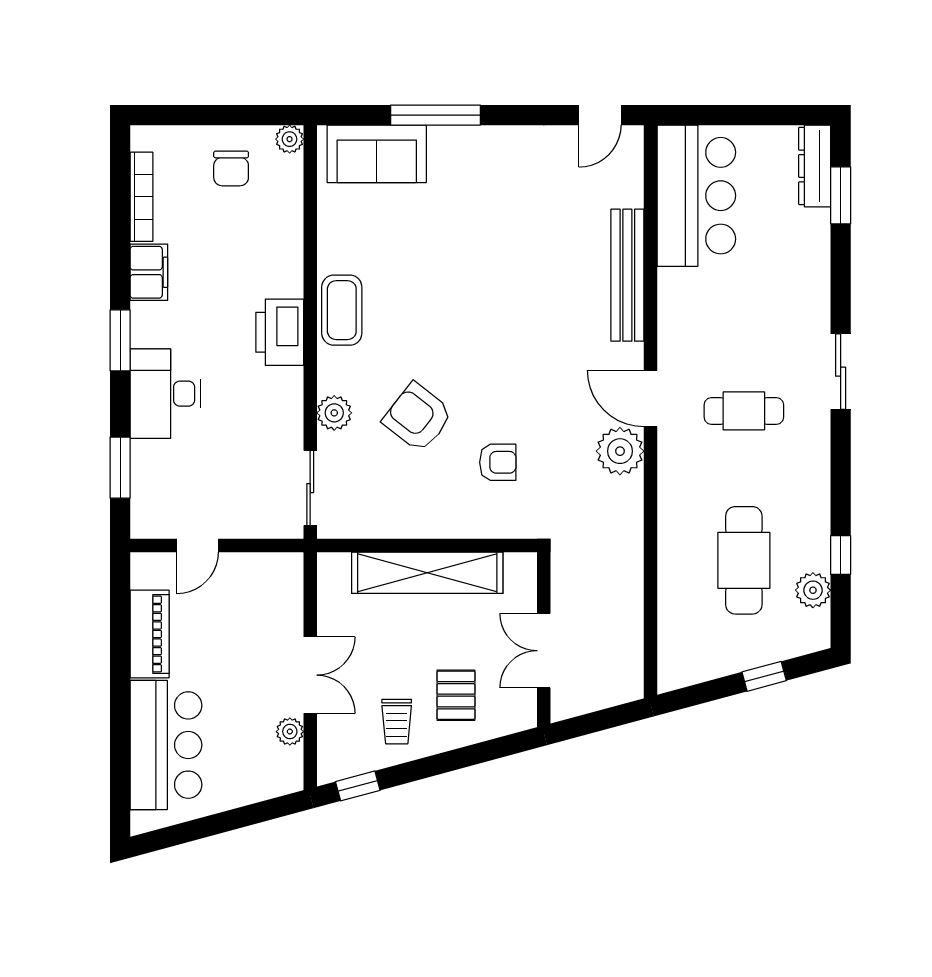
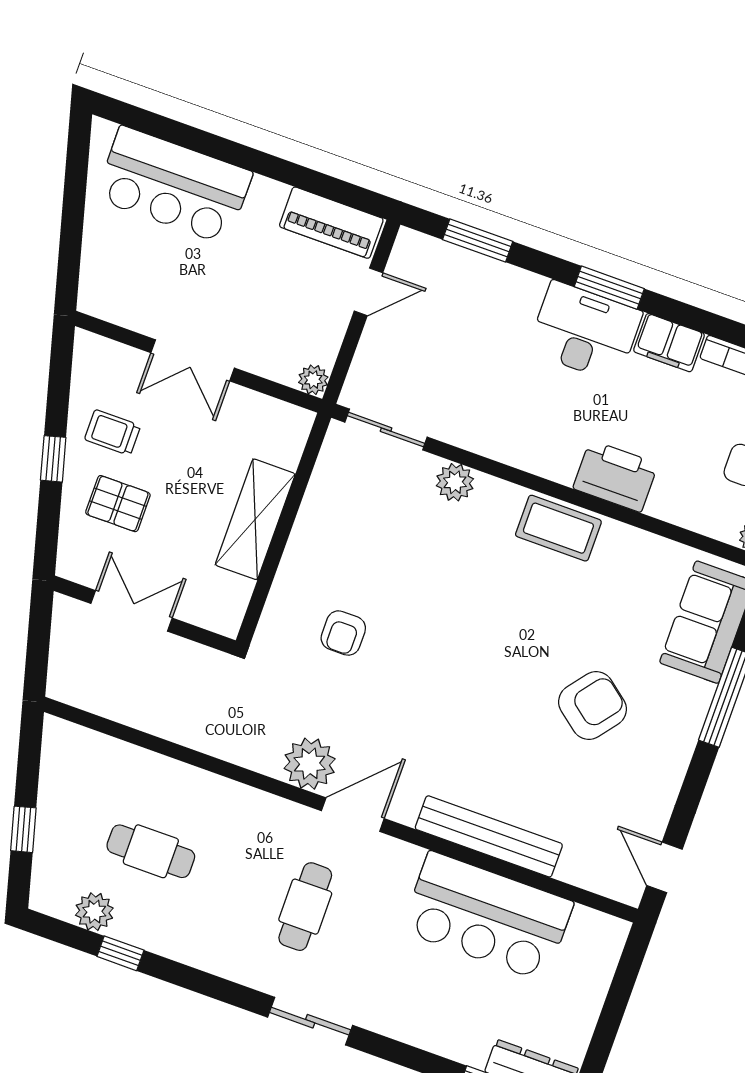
bar counter: (696, 196) -> (487, 916), moved
printer: (280, 332) -> (616, 476), moved
desk: (165, 394) -> (585, 332), moved
armchair: (418, 417) -> (592, 706), moved
door: (198, 545) -> (368, 292), swing flipped
cafe table: (744, 560) -> (151, 851), width x0.73, depth x0.74
shelving: (427, 573) -> (255, 519), width x0.68
piano: (150, 634) -> (331, 223), moved
plant: (290, 732) -> (313, 380), moved
window: (358, 786) -> (53, 459), moved

